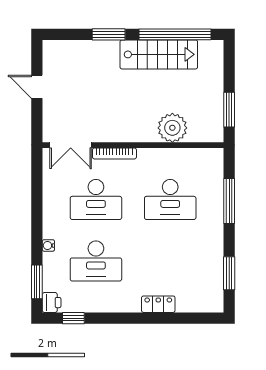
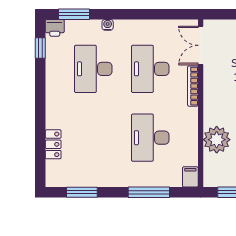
filing cabinet: (213, 156) -> (190, 177), added
locker: (158, 304) -> (53, 144), moved

